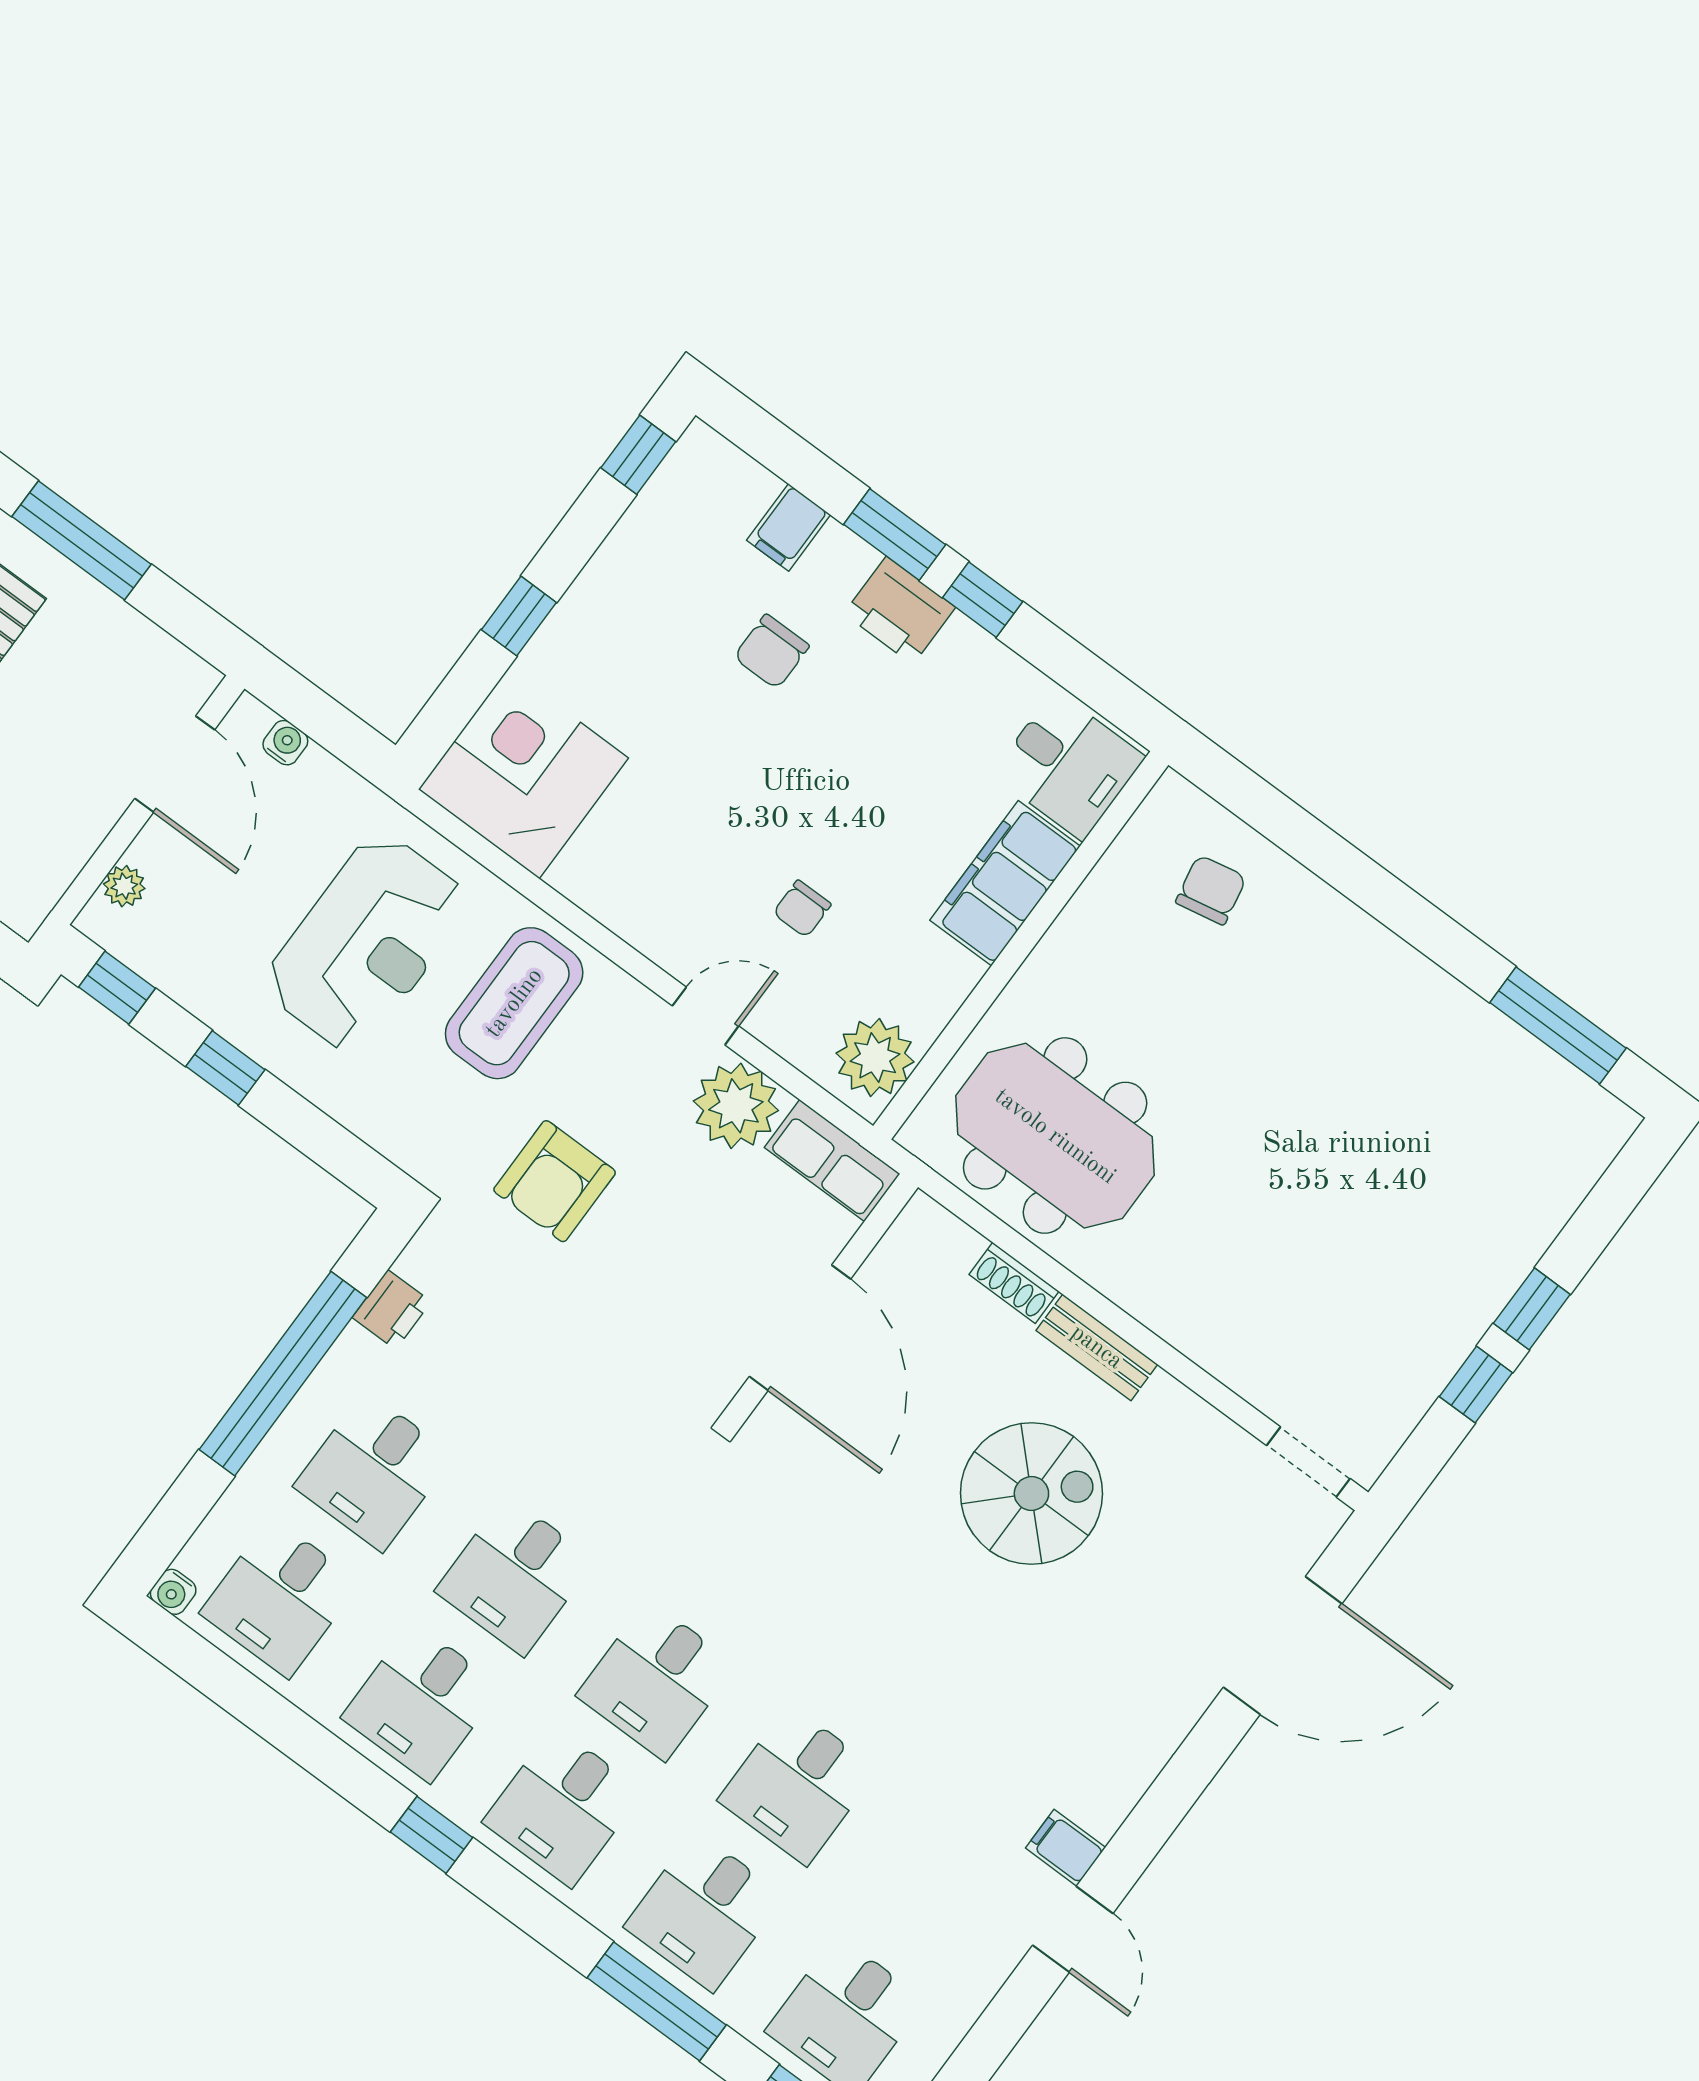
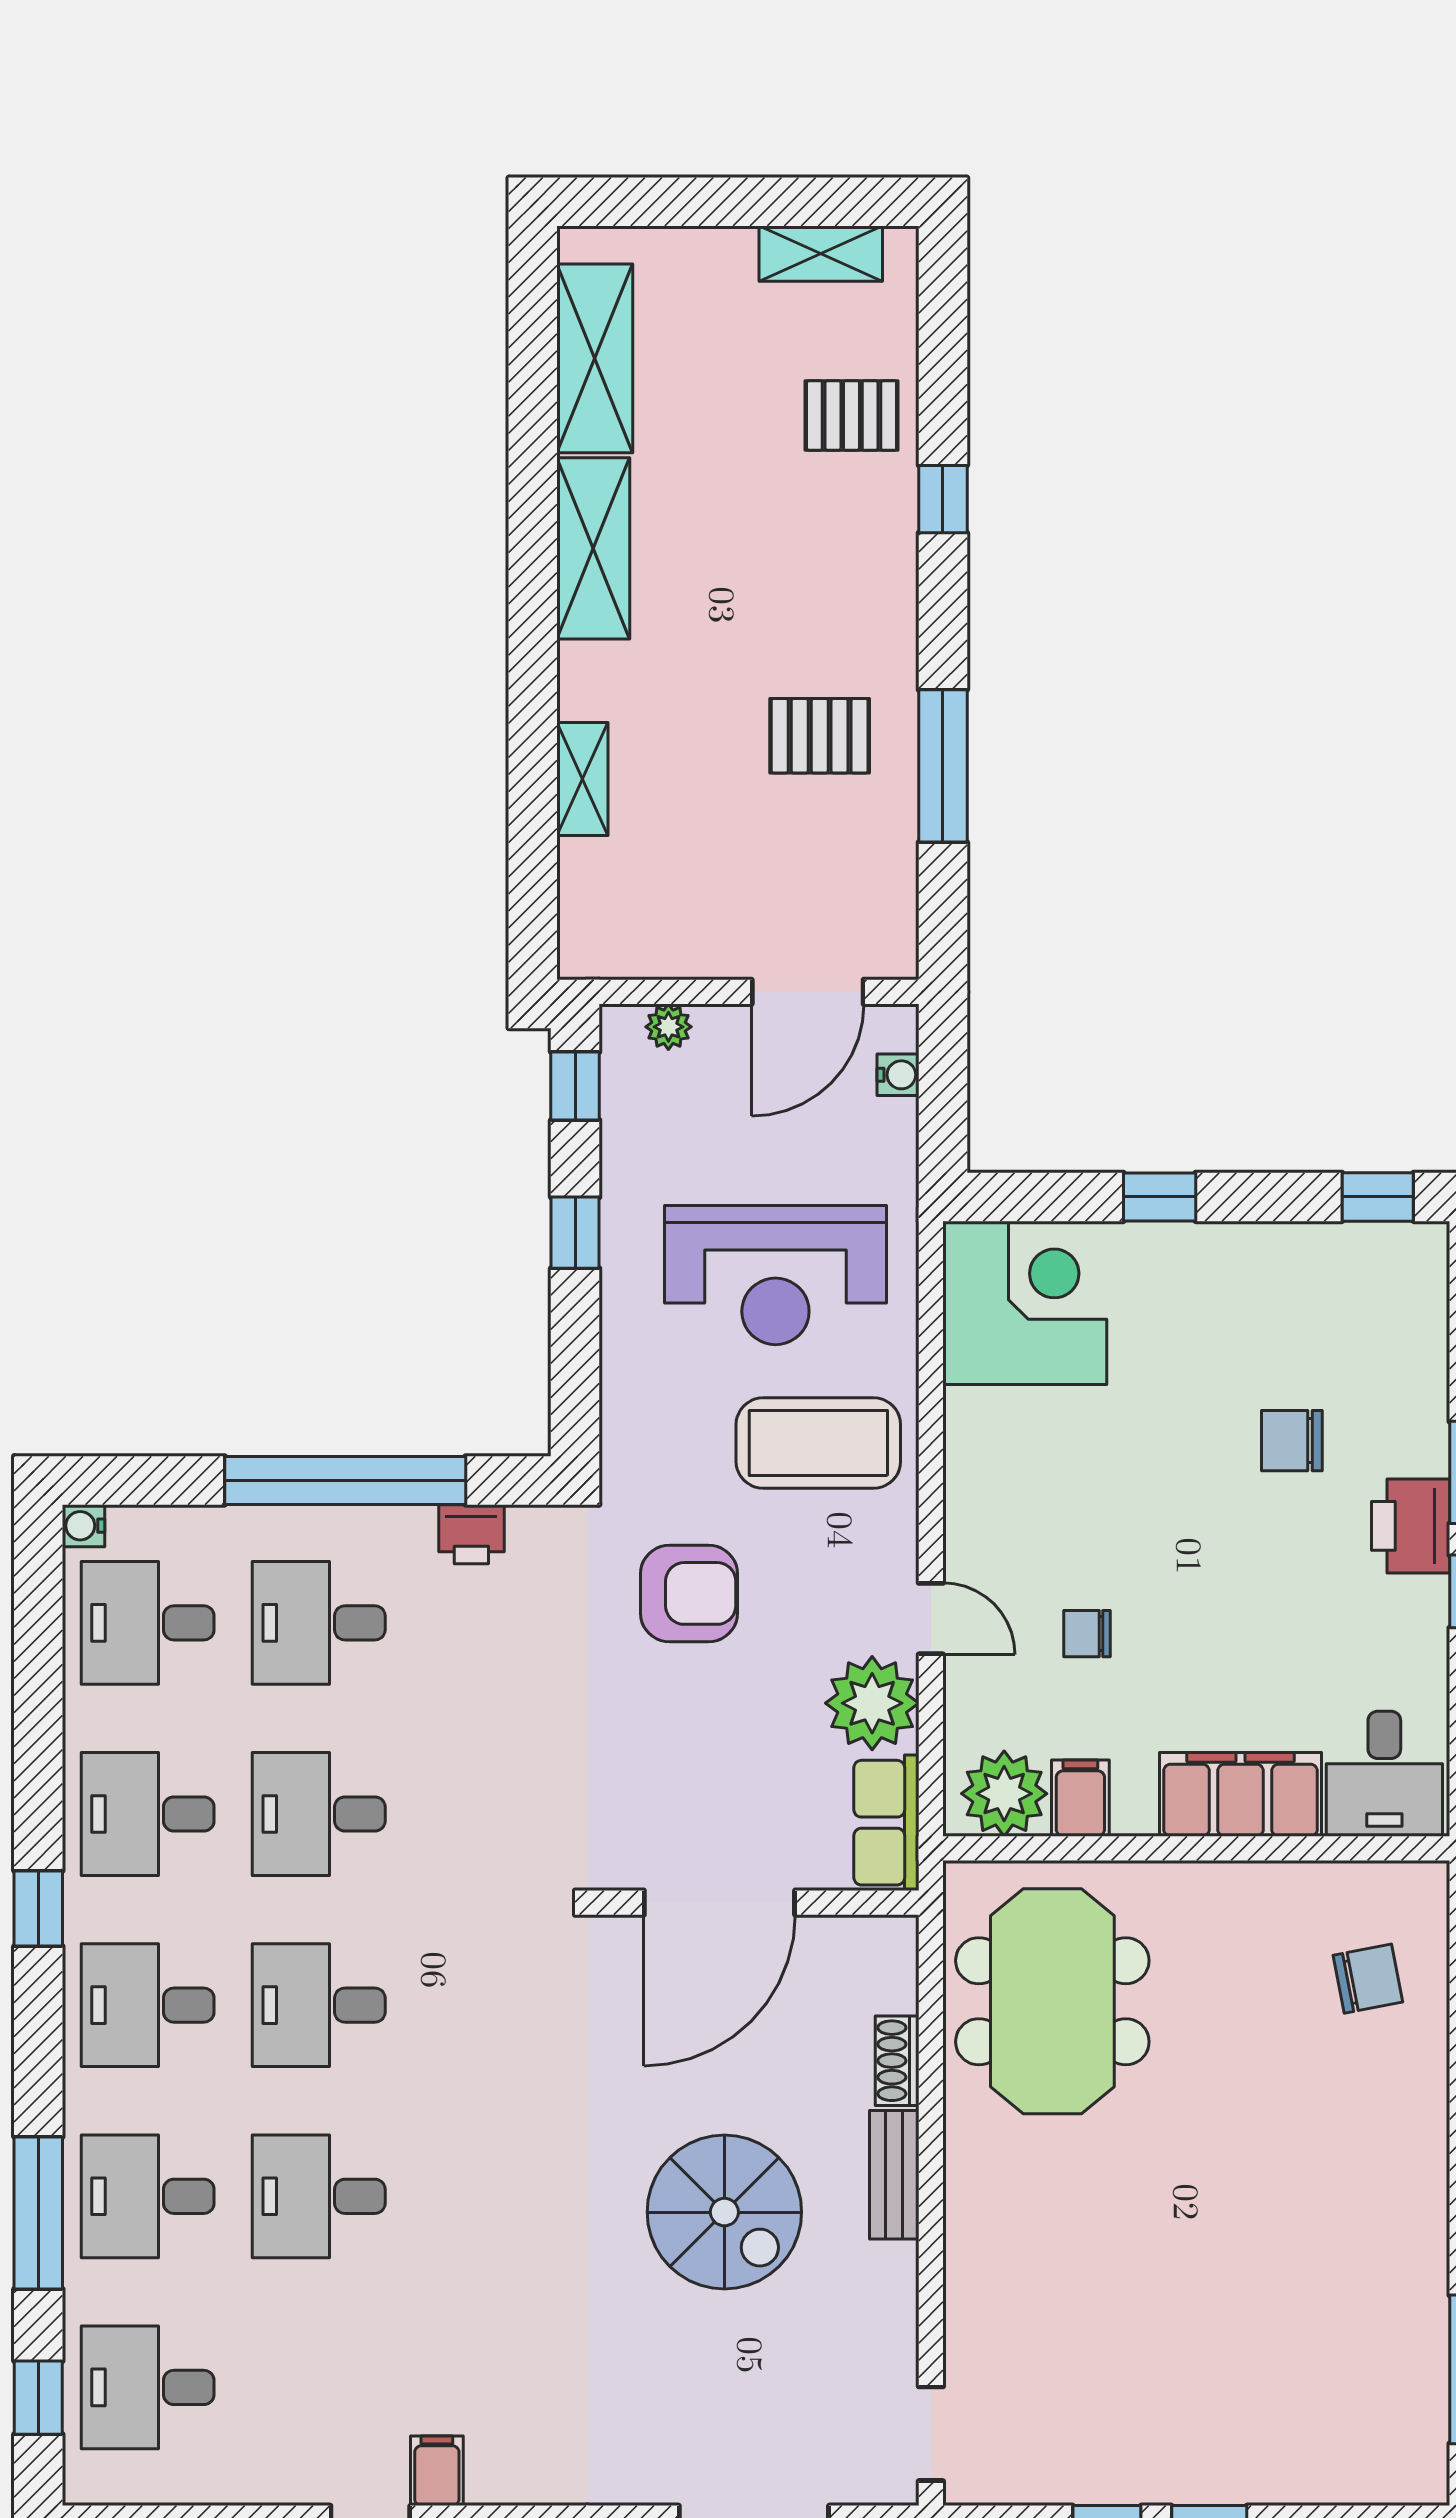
filing cabinet: (789, 527) -> (1080, 1798), moved, turned 90
armchair: (555, 1181) -> (689, 1593), turned 180

